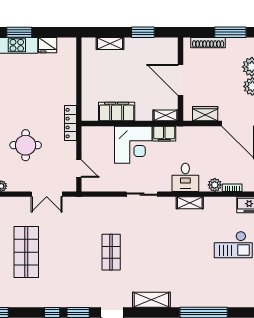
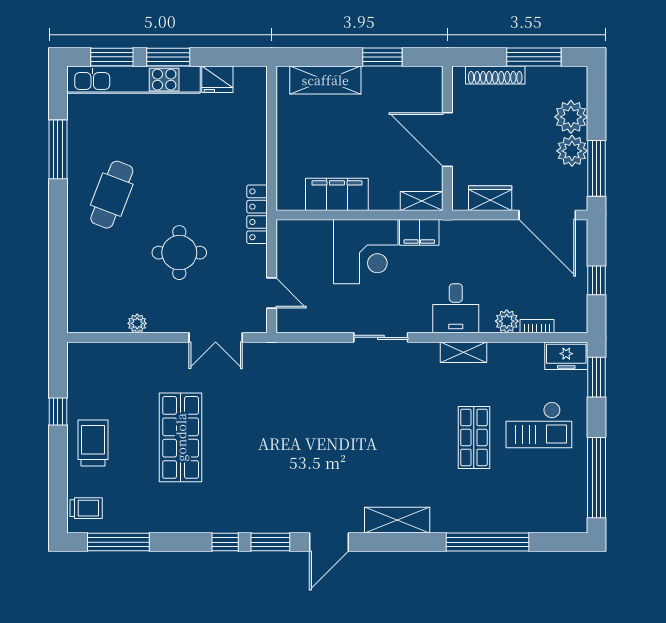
shelving: (110, 43) -> (325, 80), width x1.50, depth x1.33
shop shelf: (111, 252) -> (474, 437), moved

